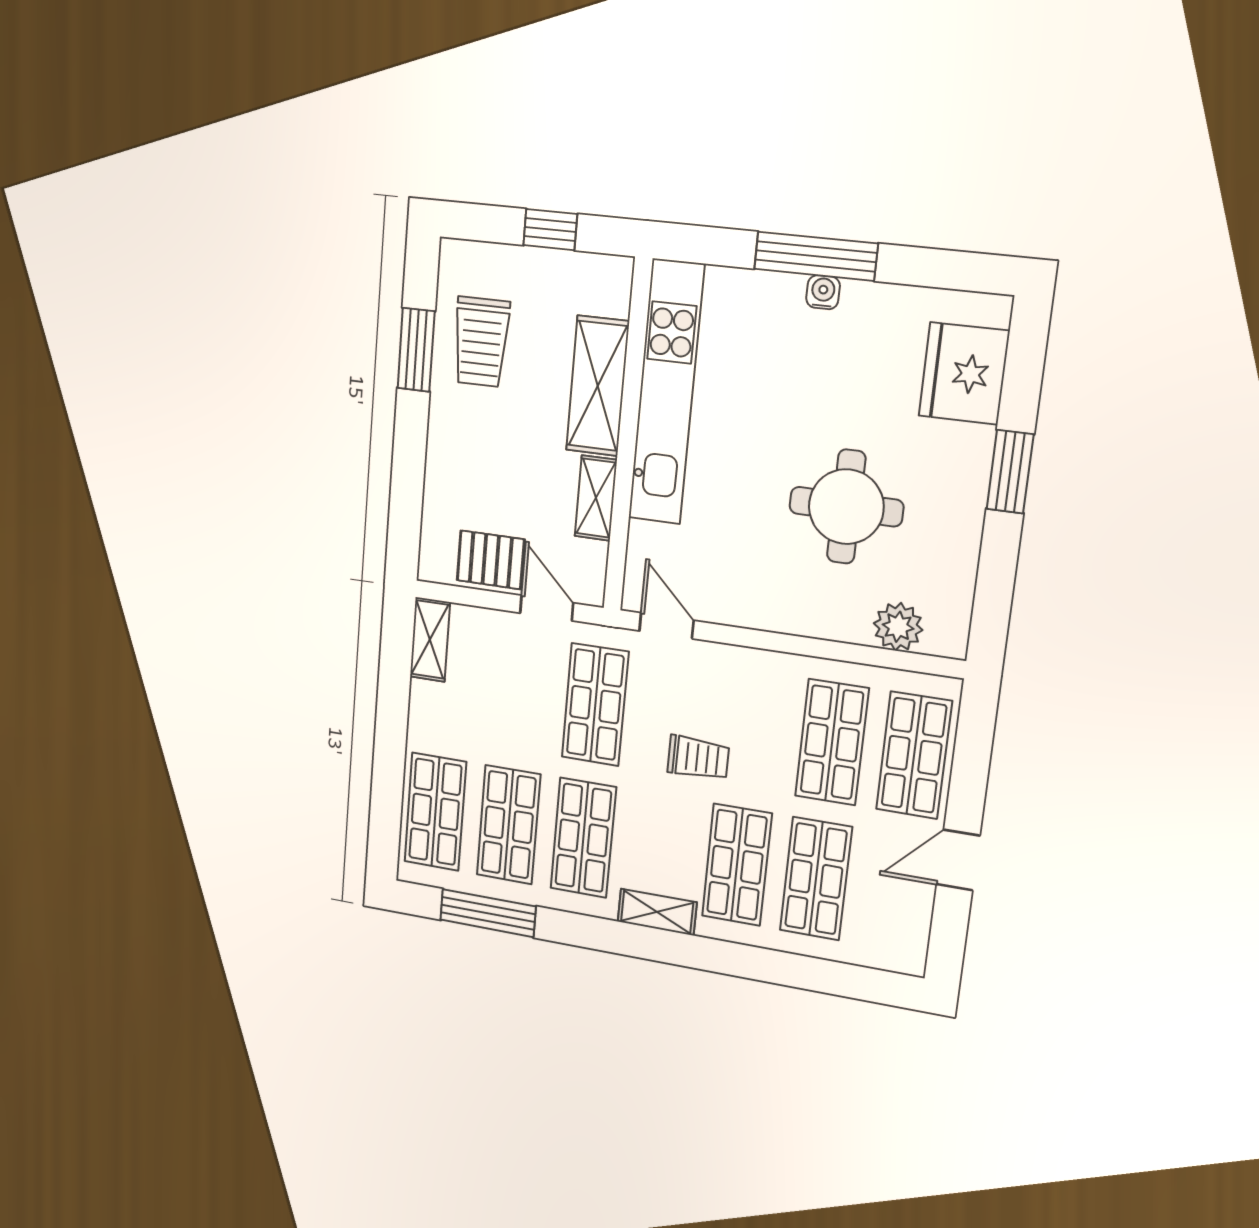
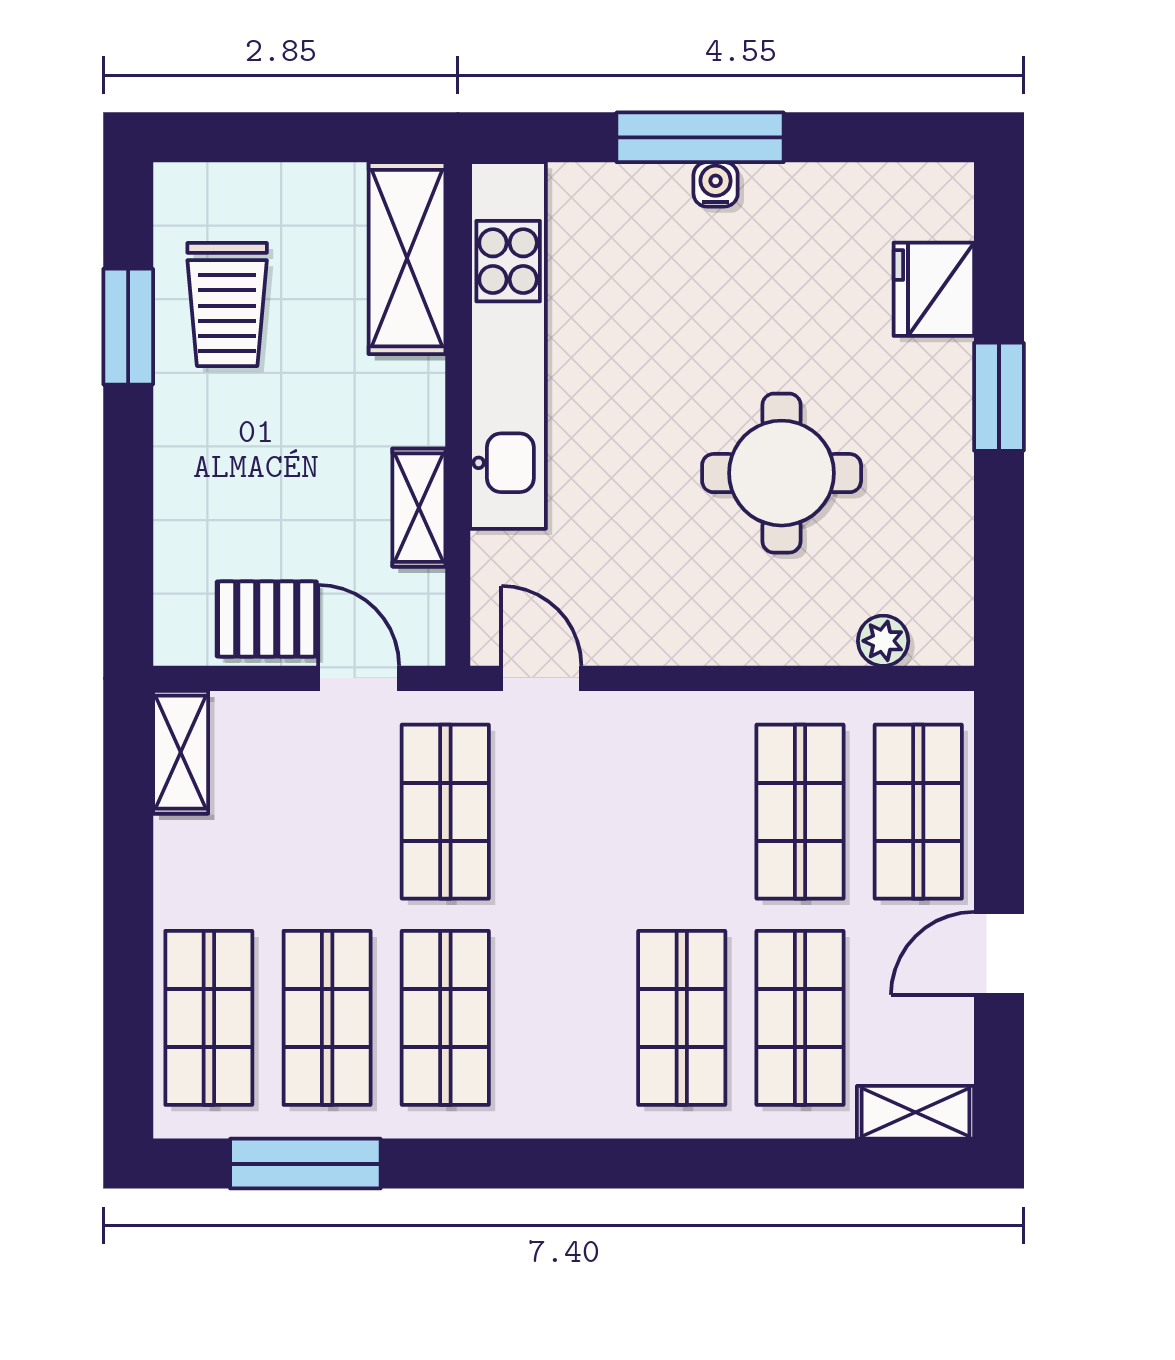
window: (550, 230) -> (318, 137), removed
fridge: (964, 373) -> (934, 289), width x0.73, depth x0.75
shelving: (598, 386) -> (407, 258), moved
plant: (898, 627) -> (883, 641), width x0.73, depth x0.73
trolley: (698, 758) -> (608, 866), removed
shelving: (657, 912) -> (915, 1112), moved

